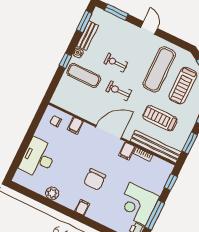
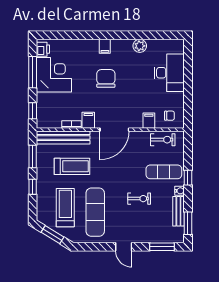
exercise bike: (119, 91) -> (163, 140), moved

